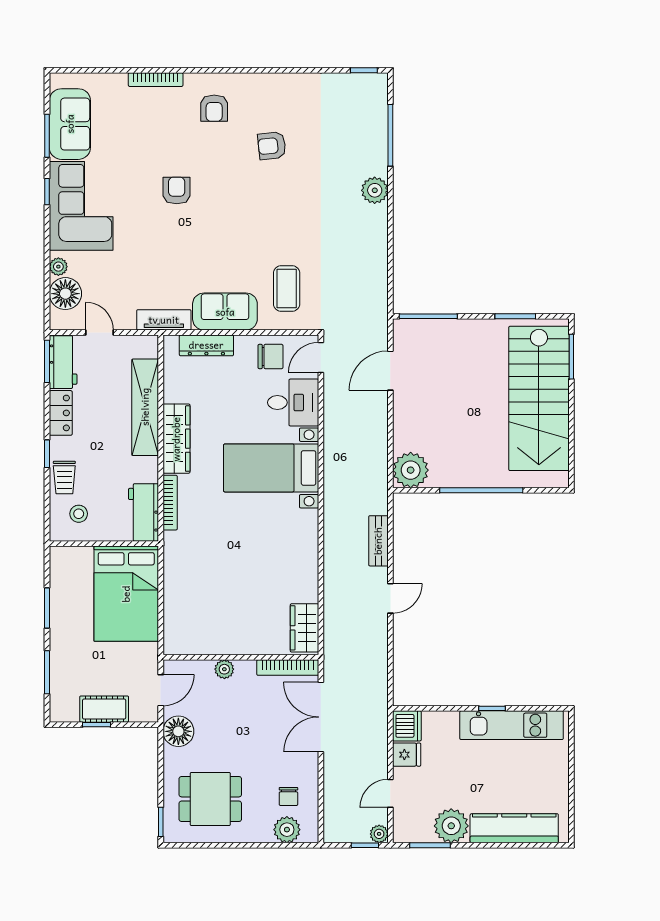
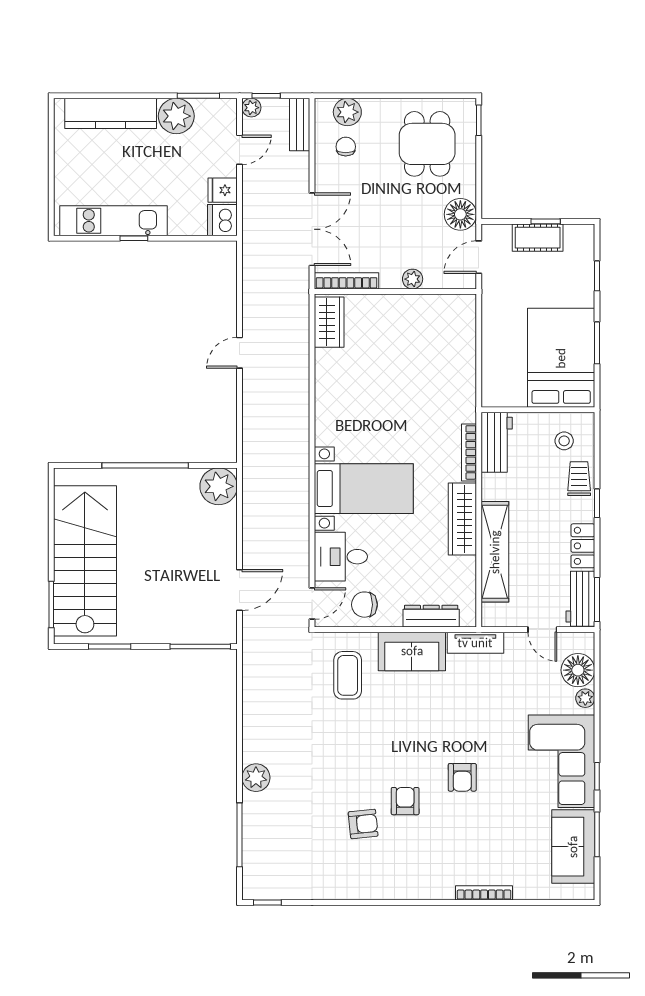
armchair: (214, 108) -> (405, 801), moved
bench: (378, 541) -> (300, 124), moved
bed: (126, 594) -> (561, 358), moved
window: (47, 672) -> (597, 276), width x0.67
dining table: (210, 799) -> (427, 144), turned 90

